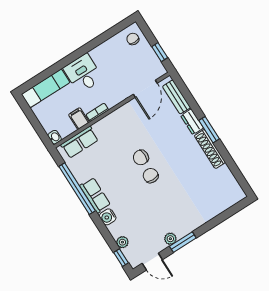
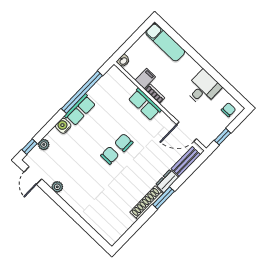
desk: (83, 73) -> (203, 88), moved
row of seats: (80, 142) -> (145, 104), moved
window: (183, 242) -> (57, 199), removed

